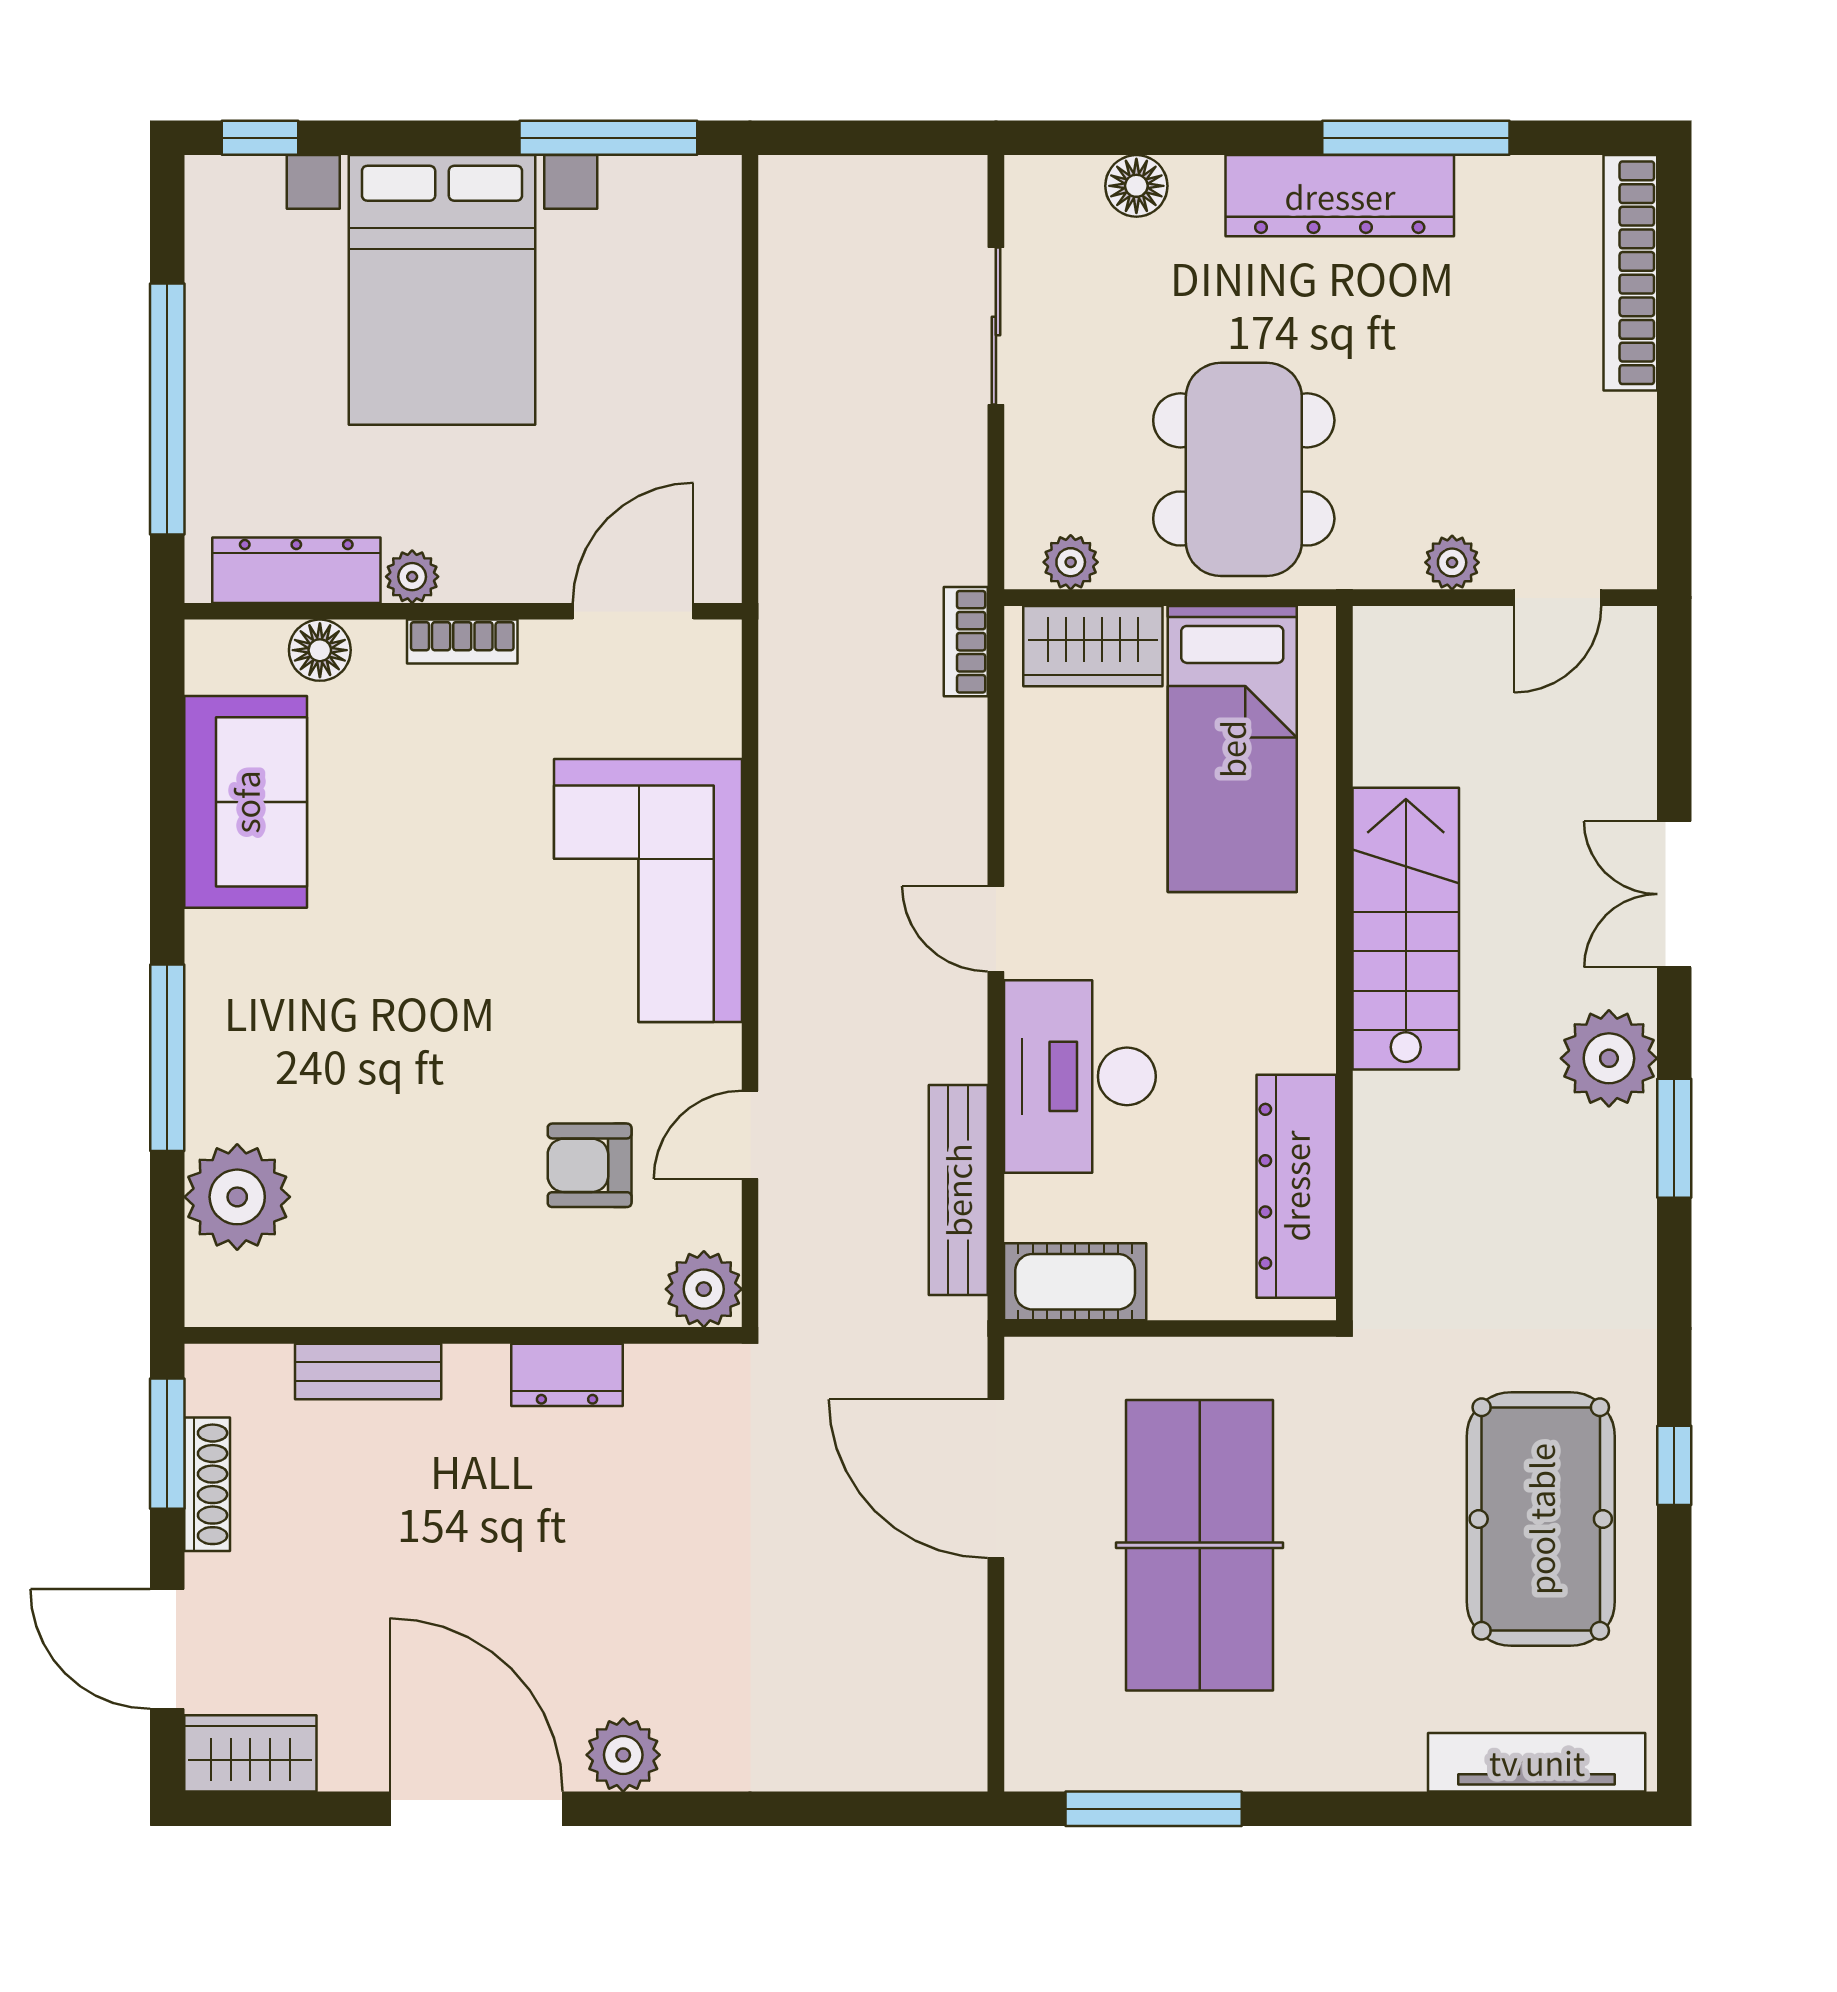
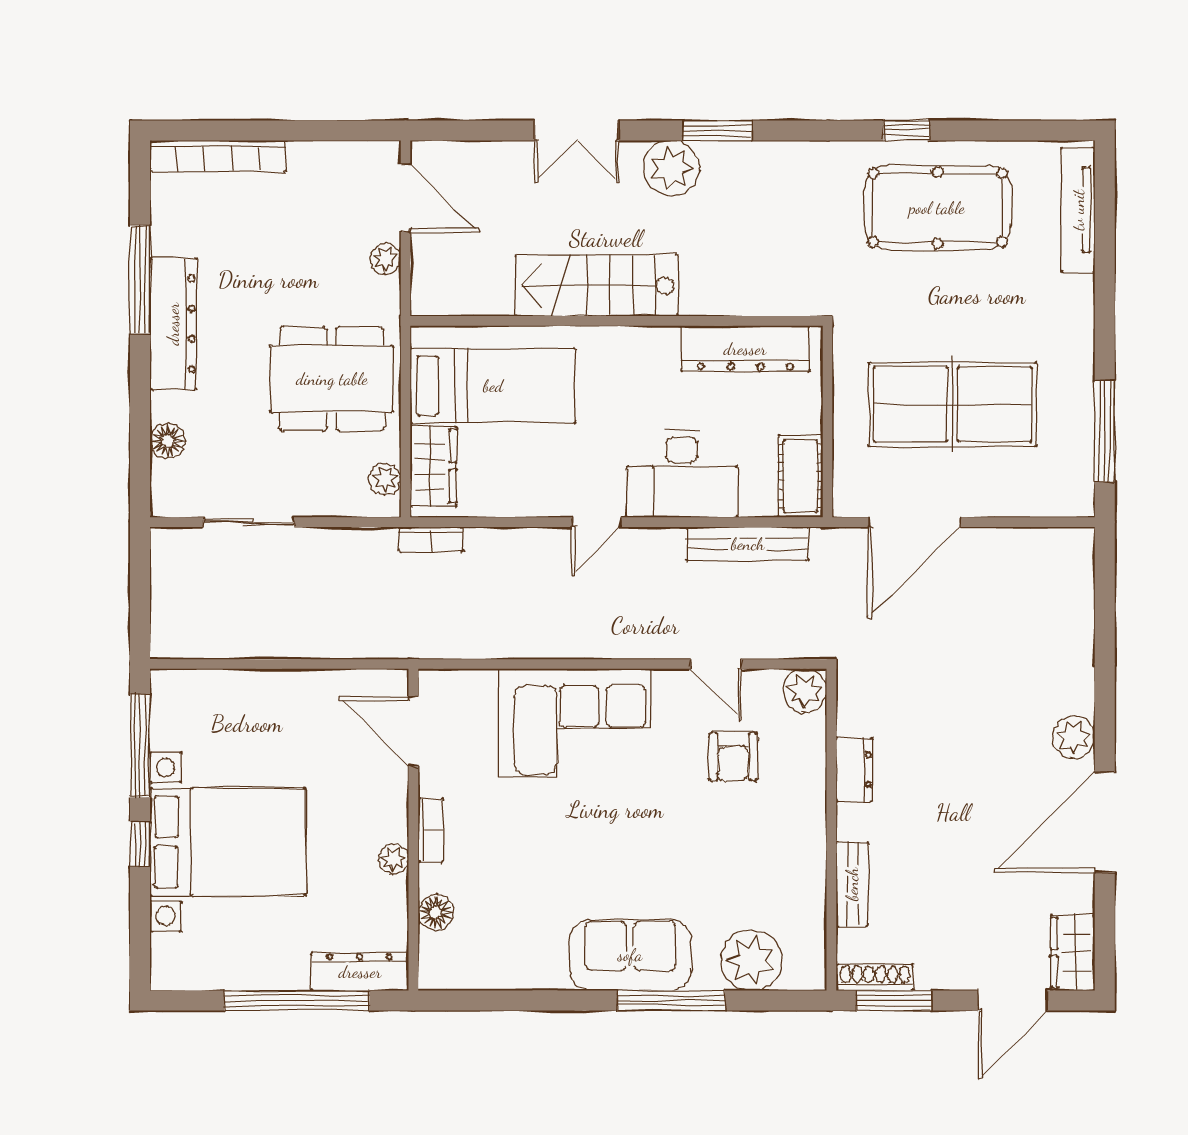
window: (260, 138) -> (140, 844), moved
dresser: (296, 570) -> (360, 972), moved, turned 90
door: (1558, 598) -> (406, 198), width x1.37
sofa: (246, 802) -> (630, 955), moved
shoe rack: (207, 1484) -> (875, 977), moved

